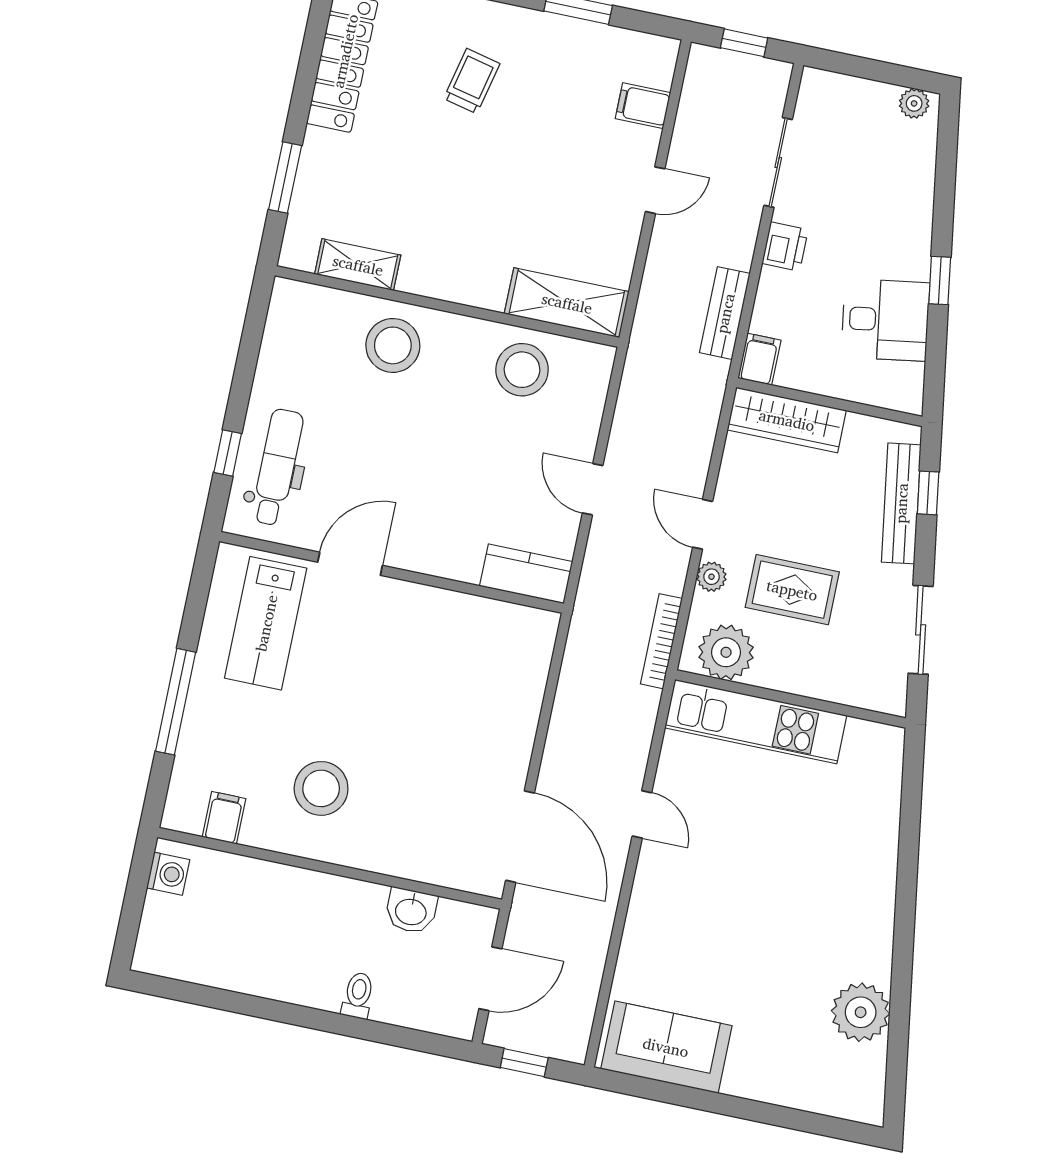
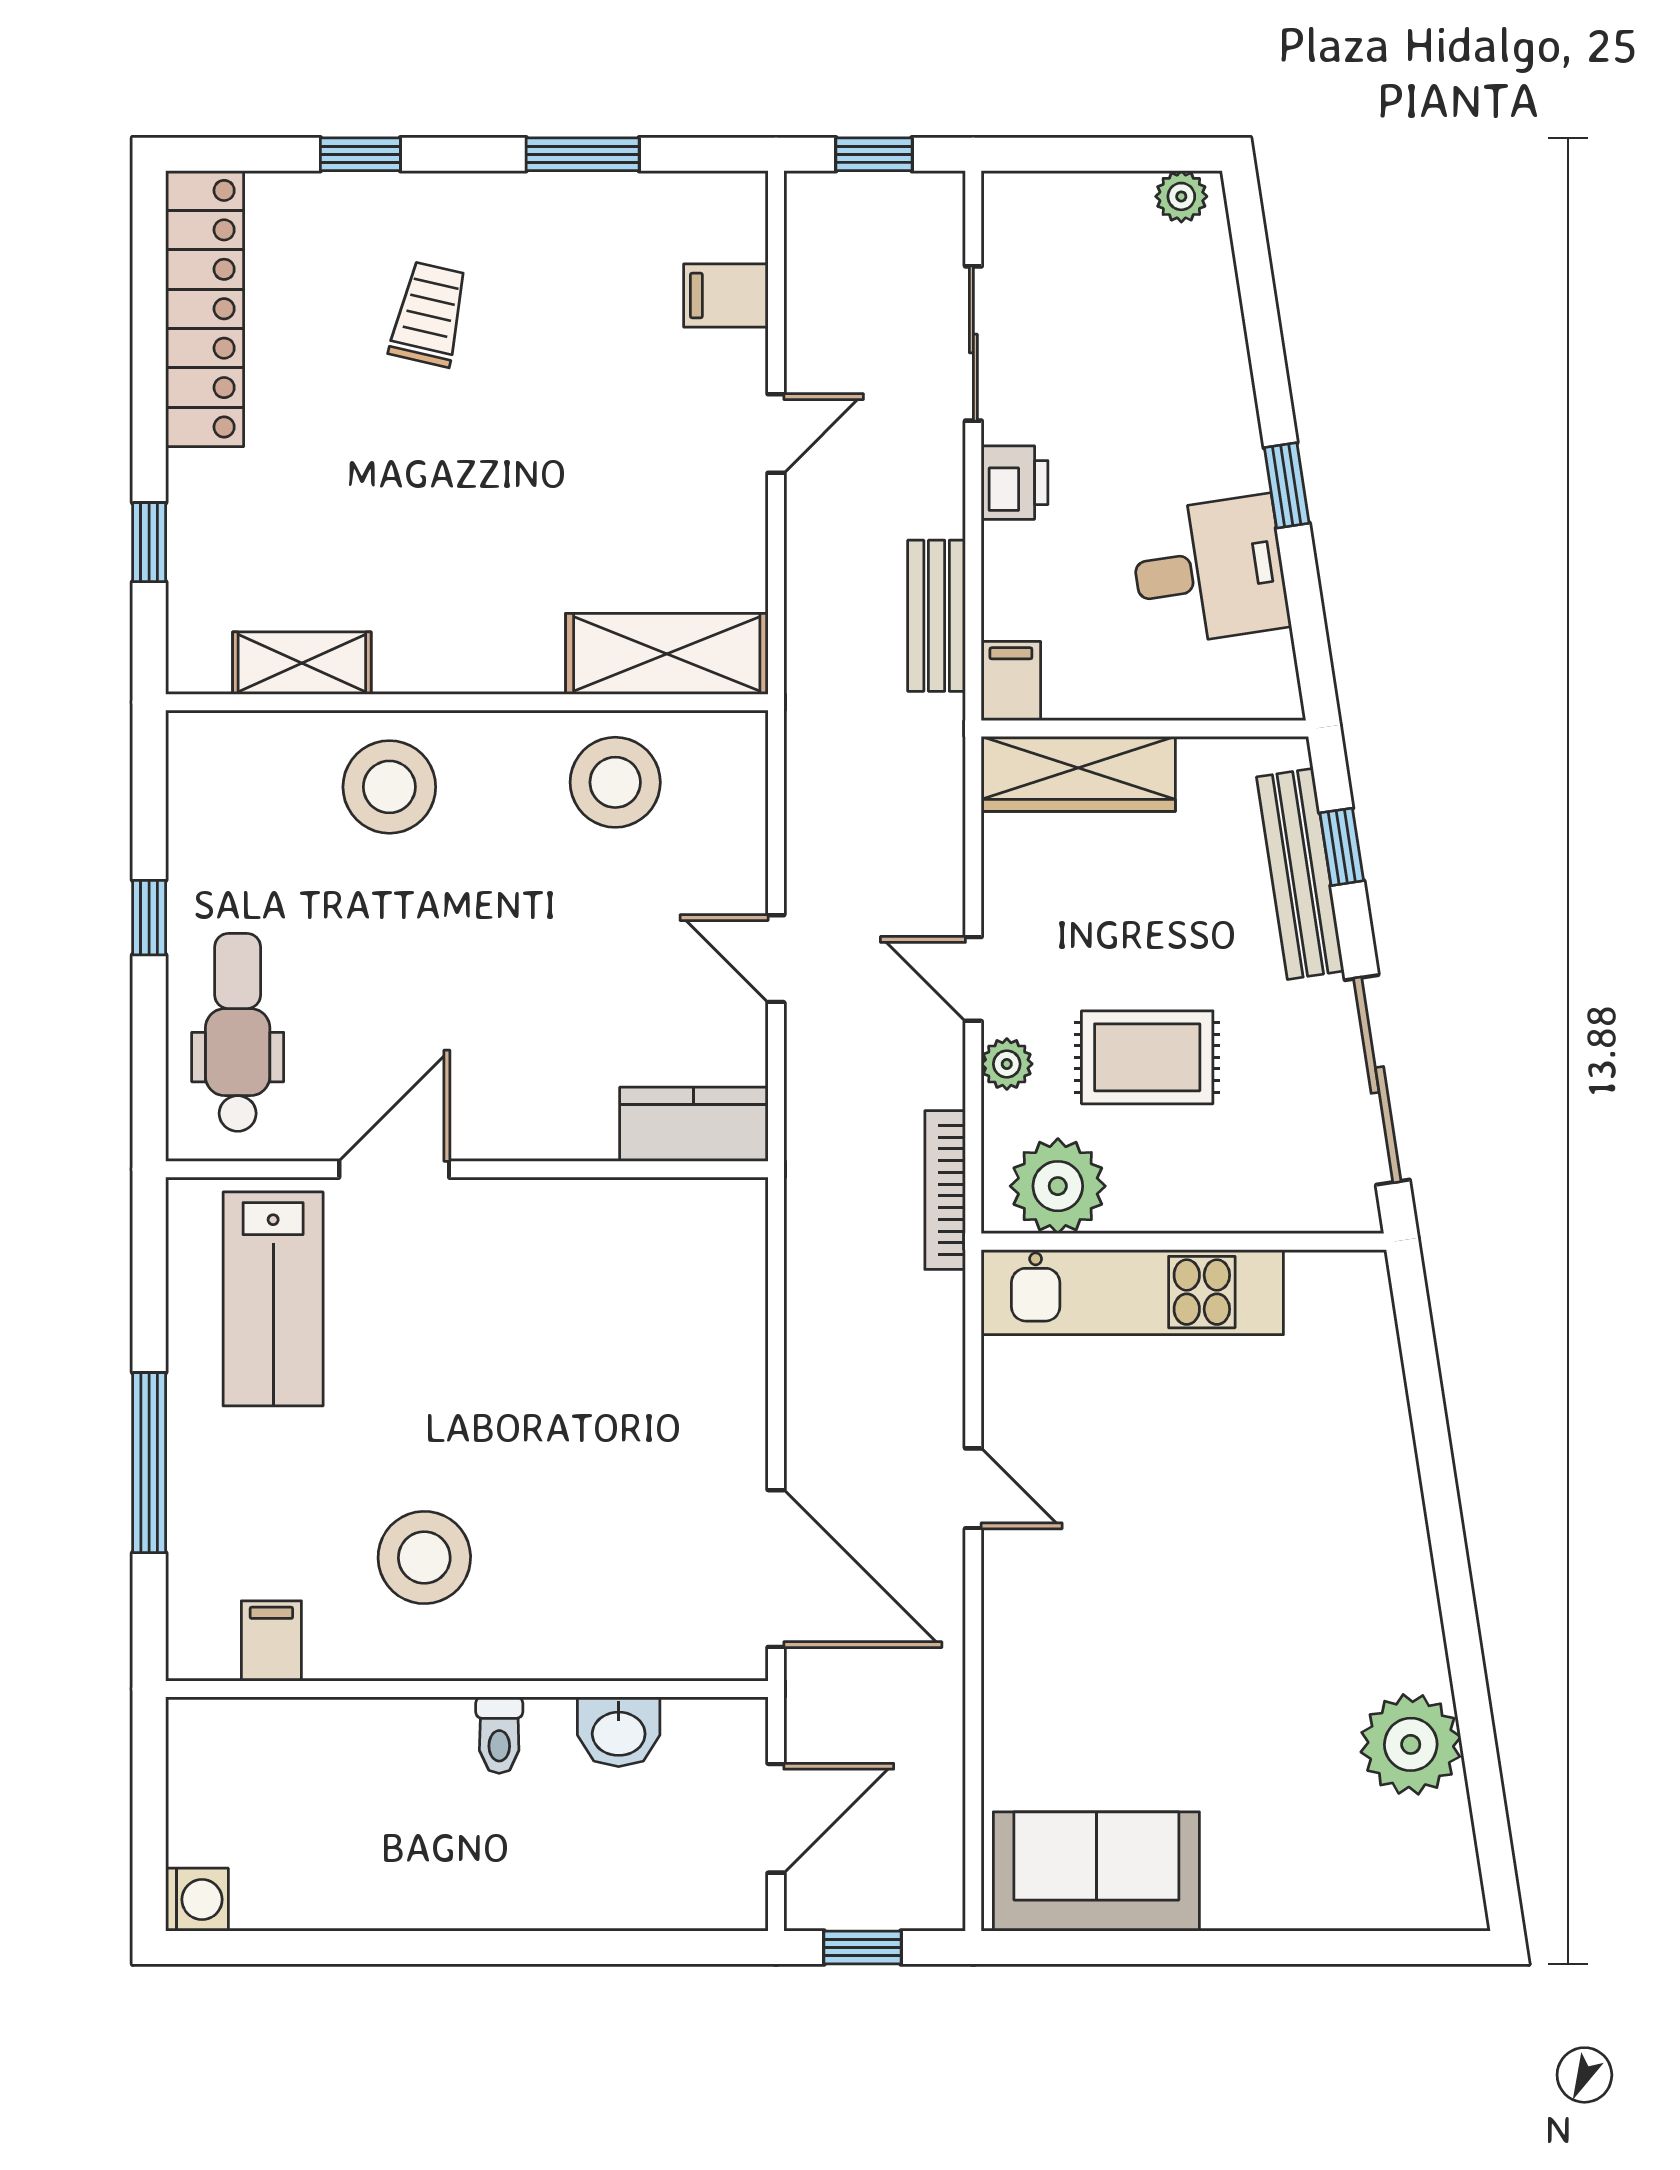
window: (285, 178) -> (149, 542), width x0.67
window: (228, 453) -> (149, 918), moved
sliding door: (921, 630) -> (1377, 1080), width x1.37
washing machine: (168, 874) -> (197, 1900), moved
toilet: (358, 995) -> (499, 1735), moved, turned 180

